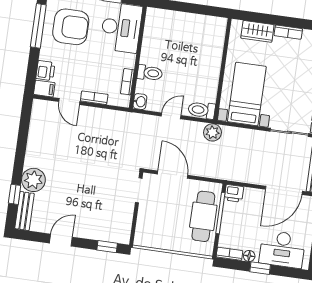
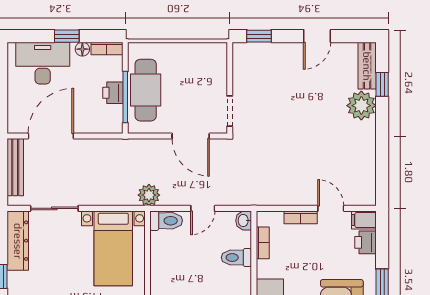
printer: (234, 193) -> (113, 93), moved, turned -90

